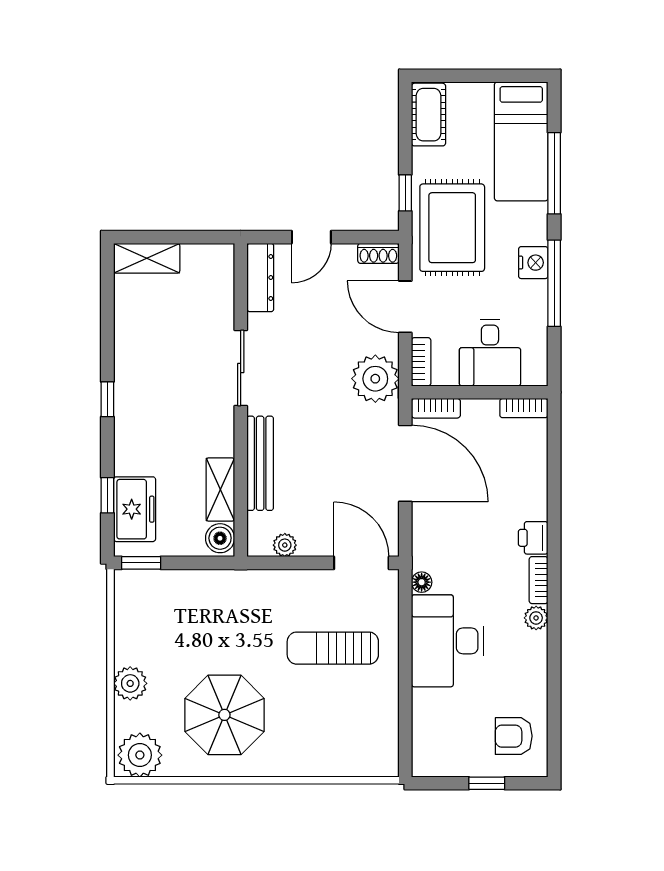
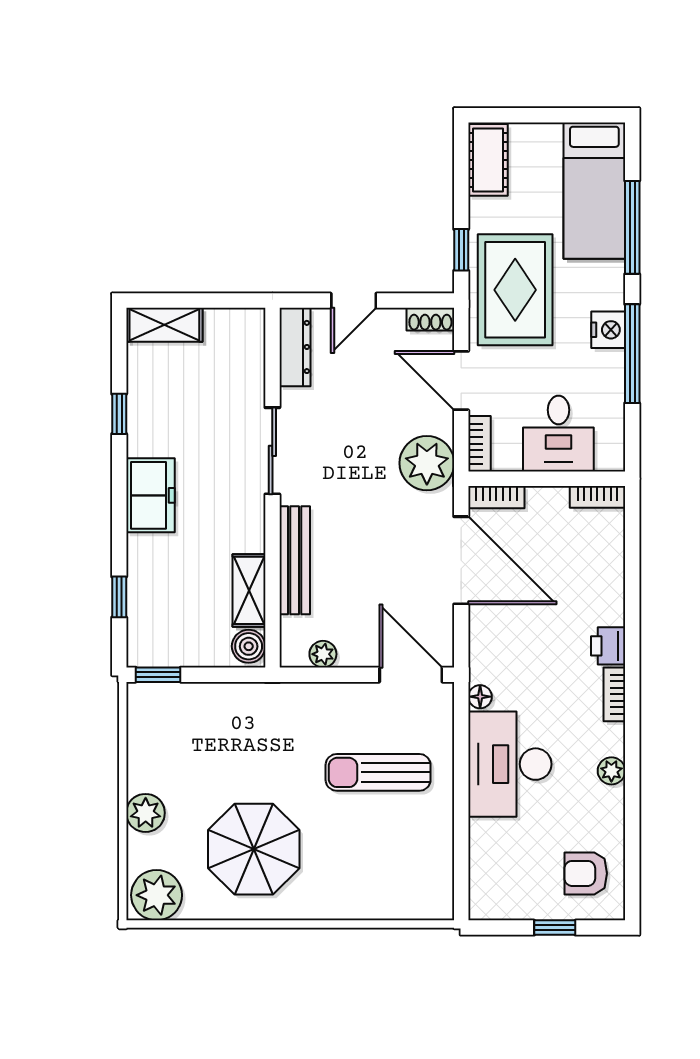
window: (107, 399) -> (119, 414), moved
freezer: (135, 509) -> (150, 495), moved
plant: (536, 618) -> (611, 771), moved

